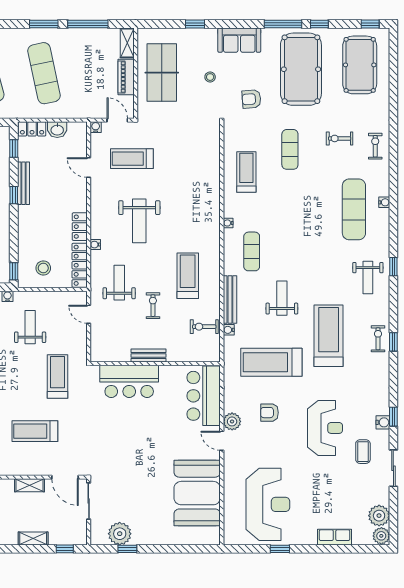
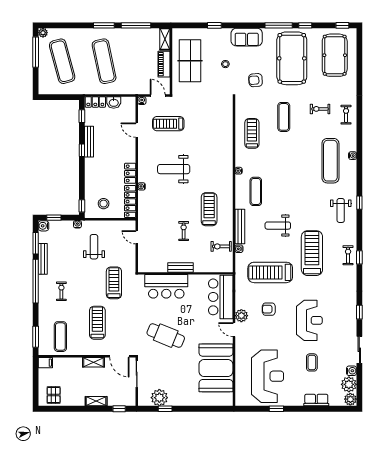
weight bench: (139, 221) -> (174, 169), turned 90
weight bench: (119, 283) -> (159, 214), removed
weight bench: (282, 298) -> (278, 226), turned -90
water cooler: (383, 422) -> (352, 371), moved
treadmill: (35, 431) -> (97, 323), turned 90
cafe table: (128, 449) -> (166, 336), added
coffee table: (363, 452) -> (312, 362), moved

